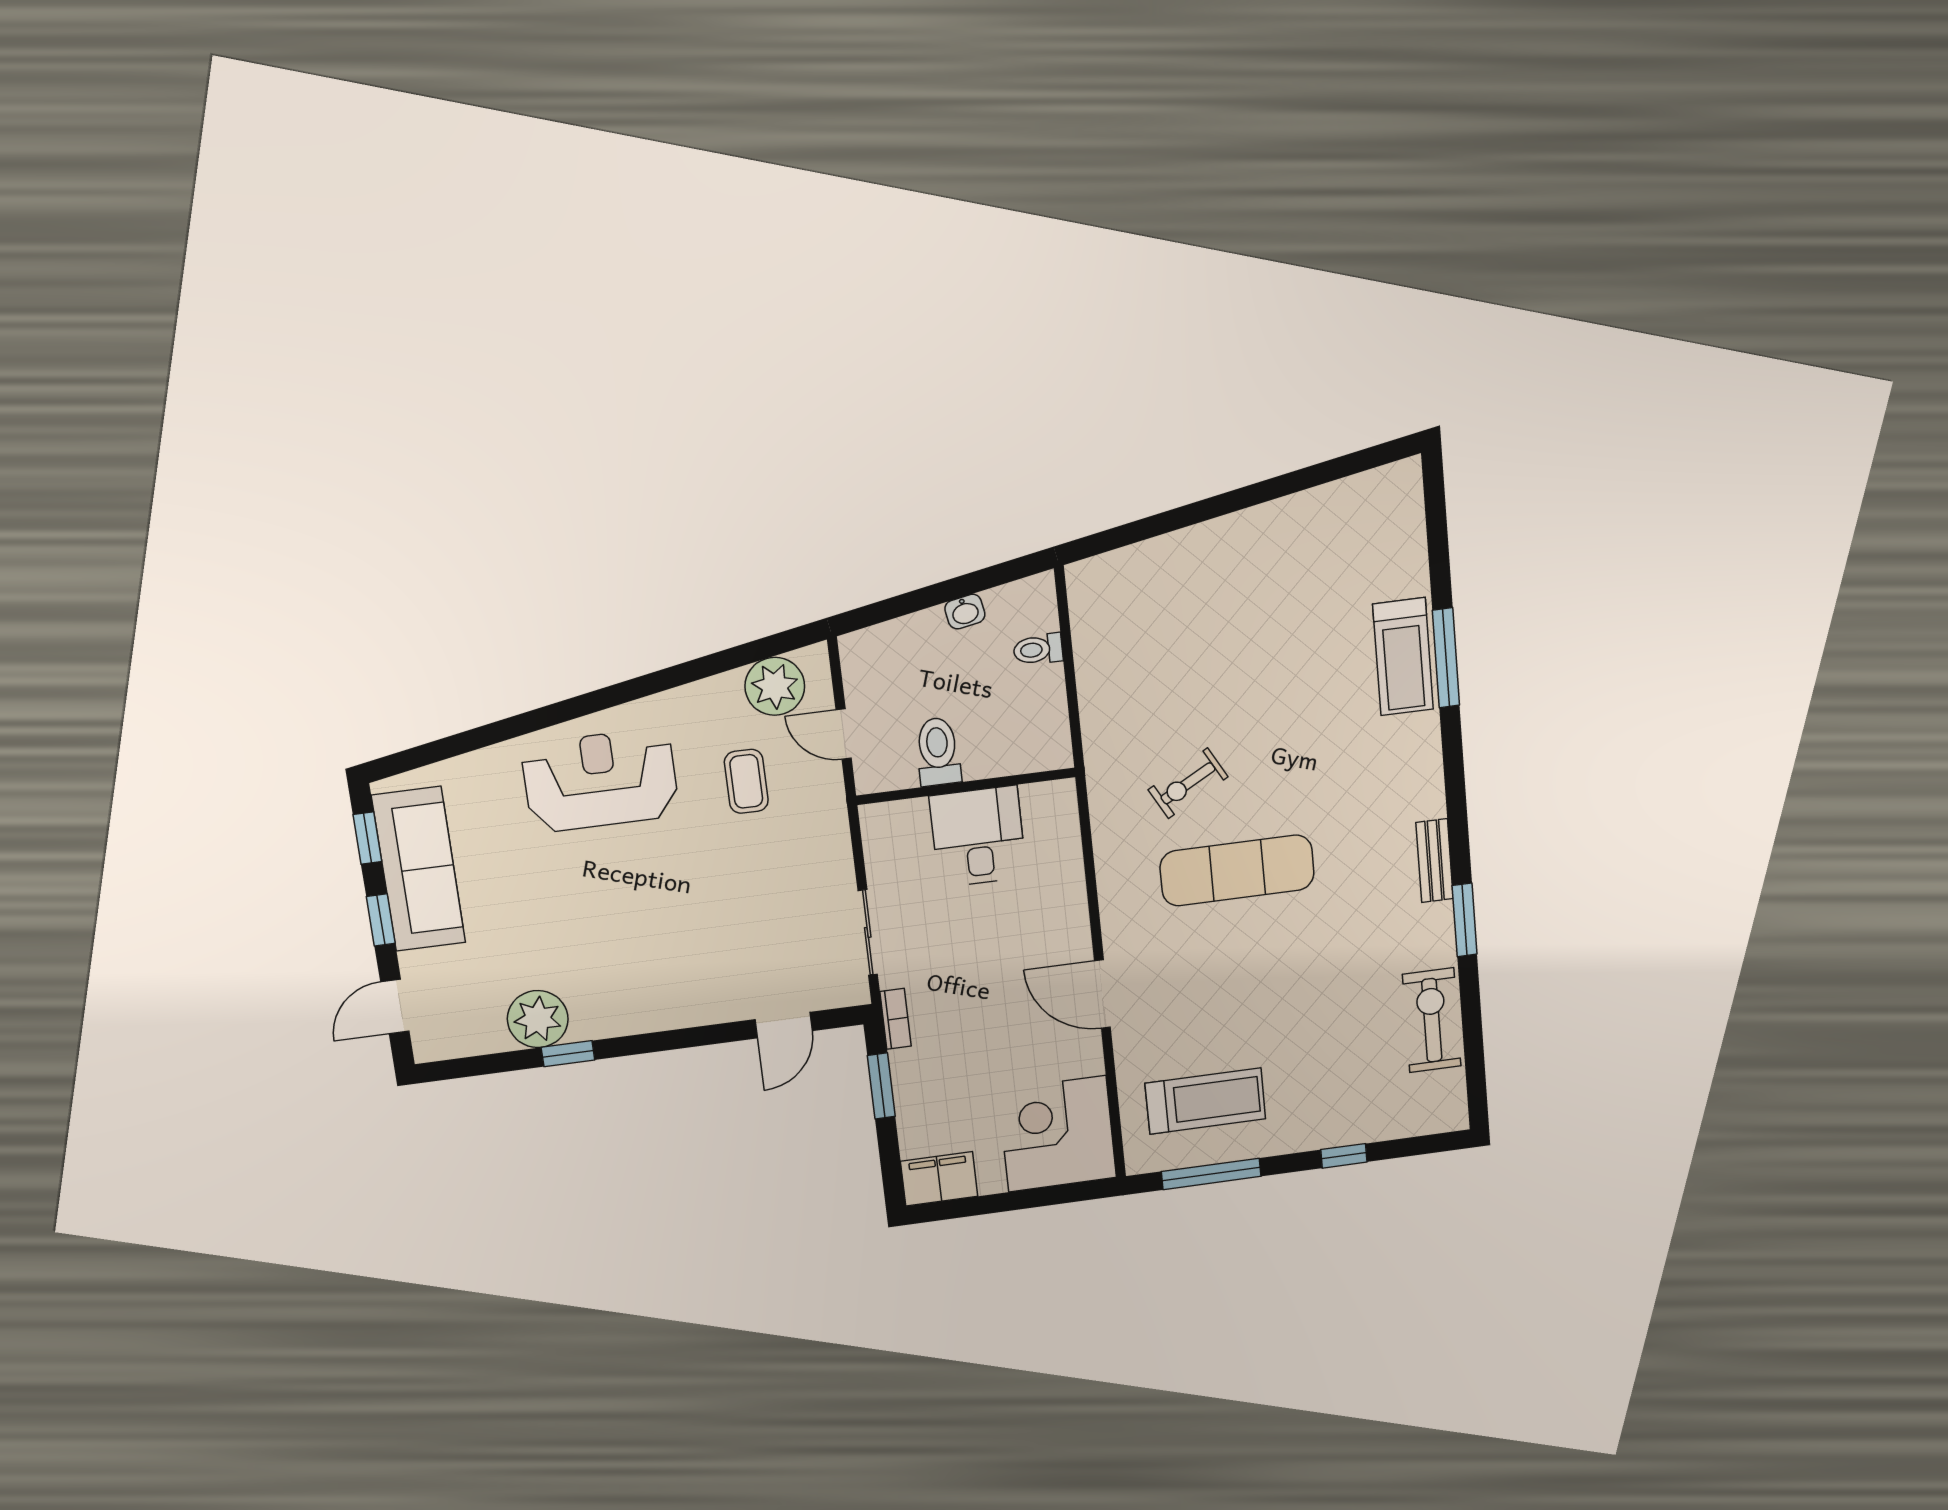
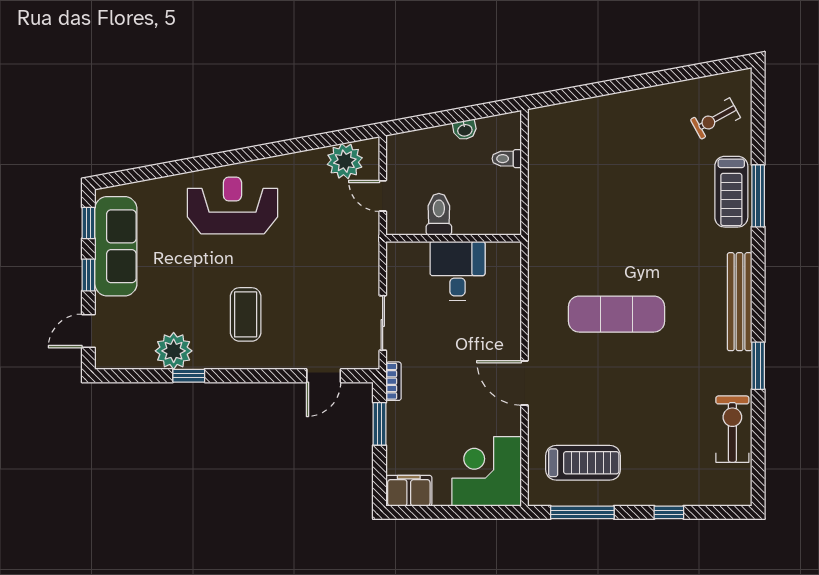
coffee table: (746, 781) -> (246, 314), moved, width x1.36, depth x1.30
exercise bike: (1188, 783) -> (715, 119), moved
bench: (1435, 861) -> (740, 302), width x1.86, depth x1.21

